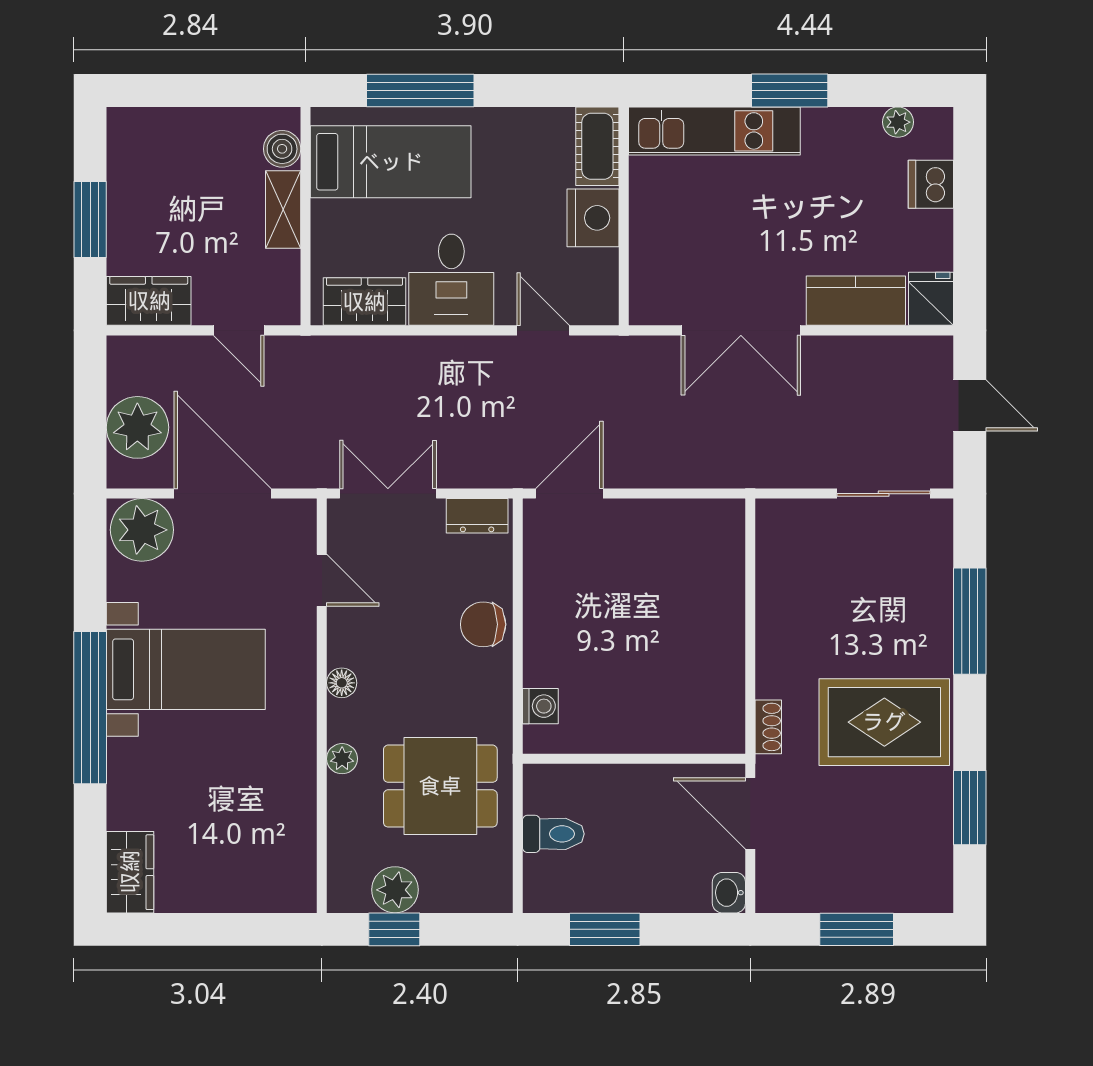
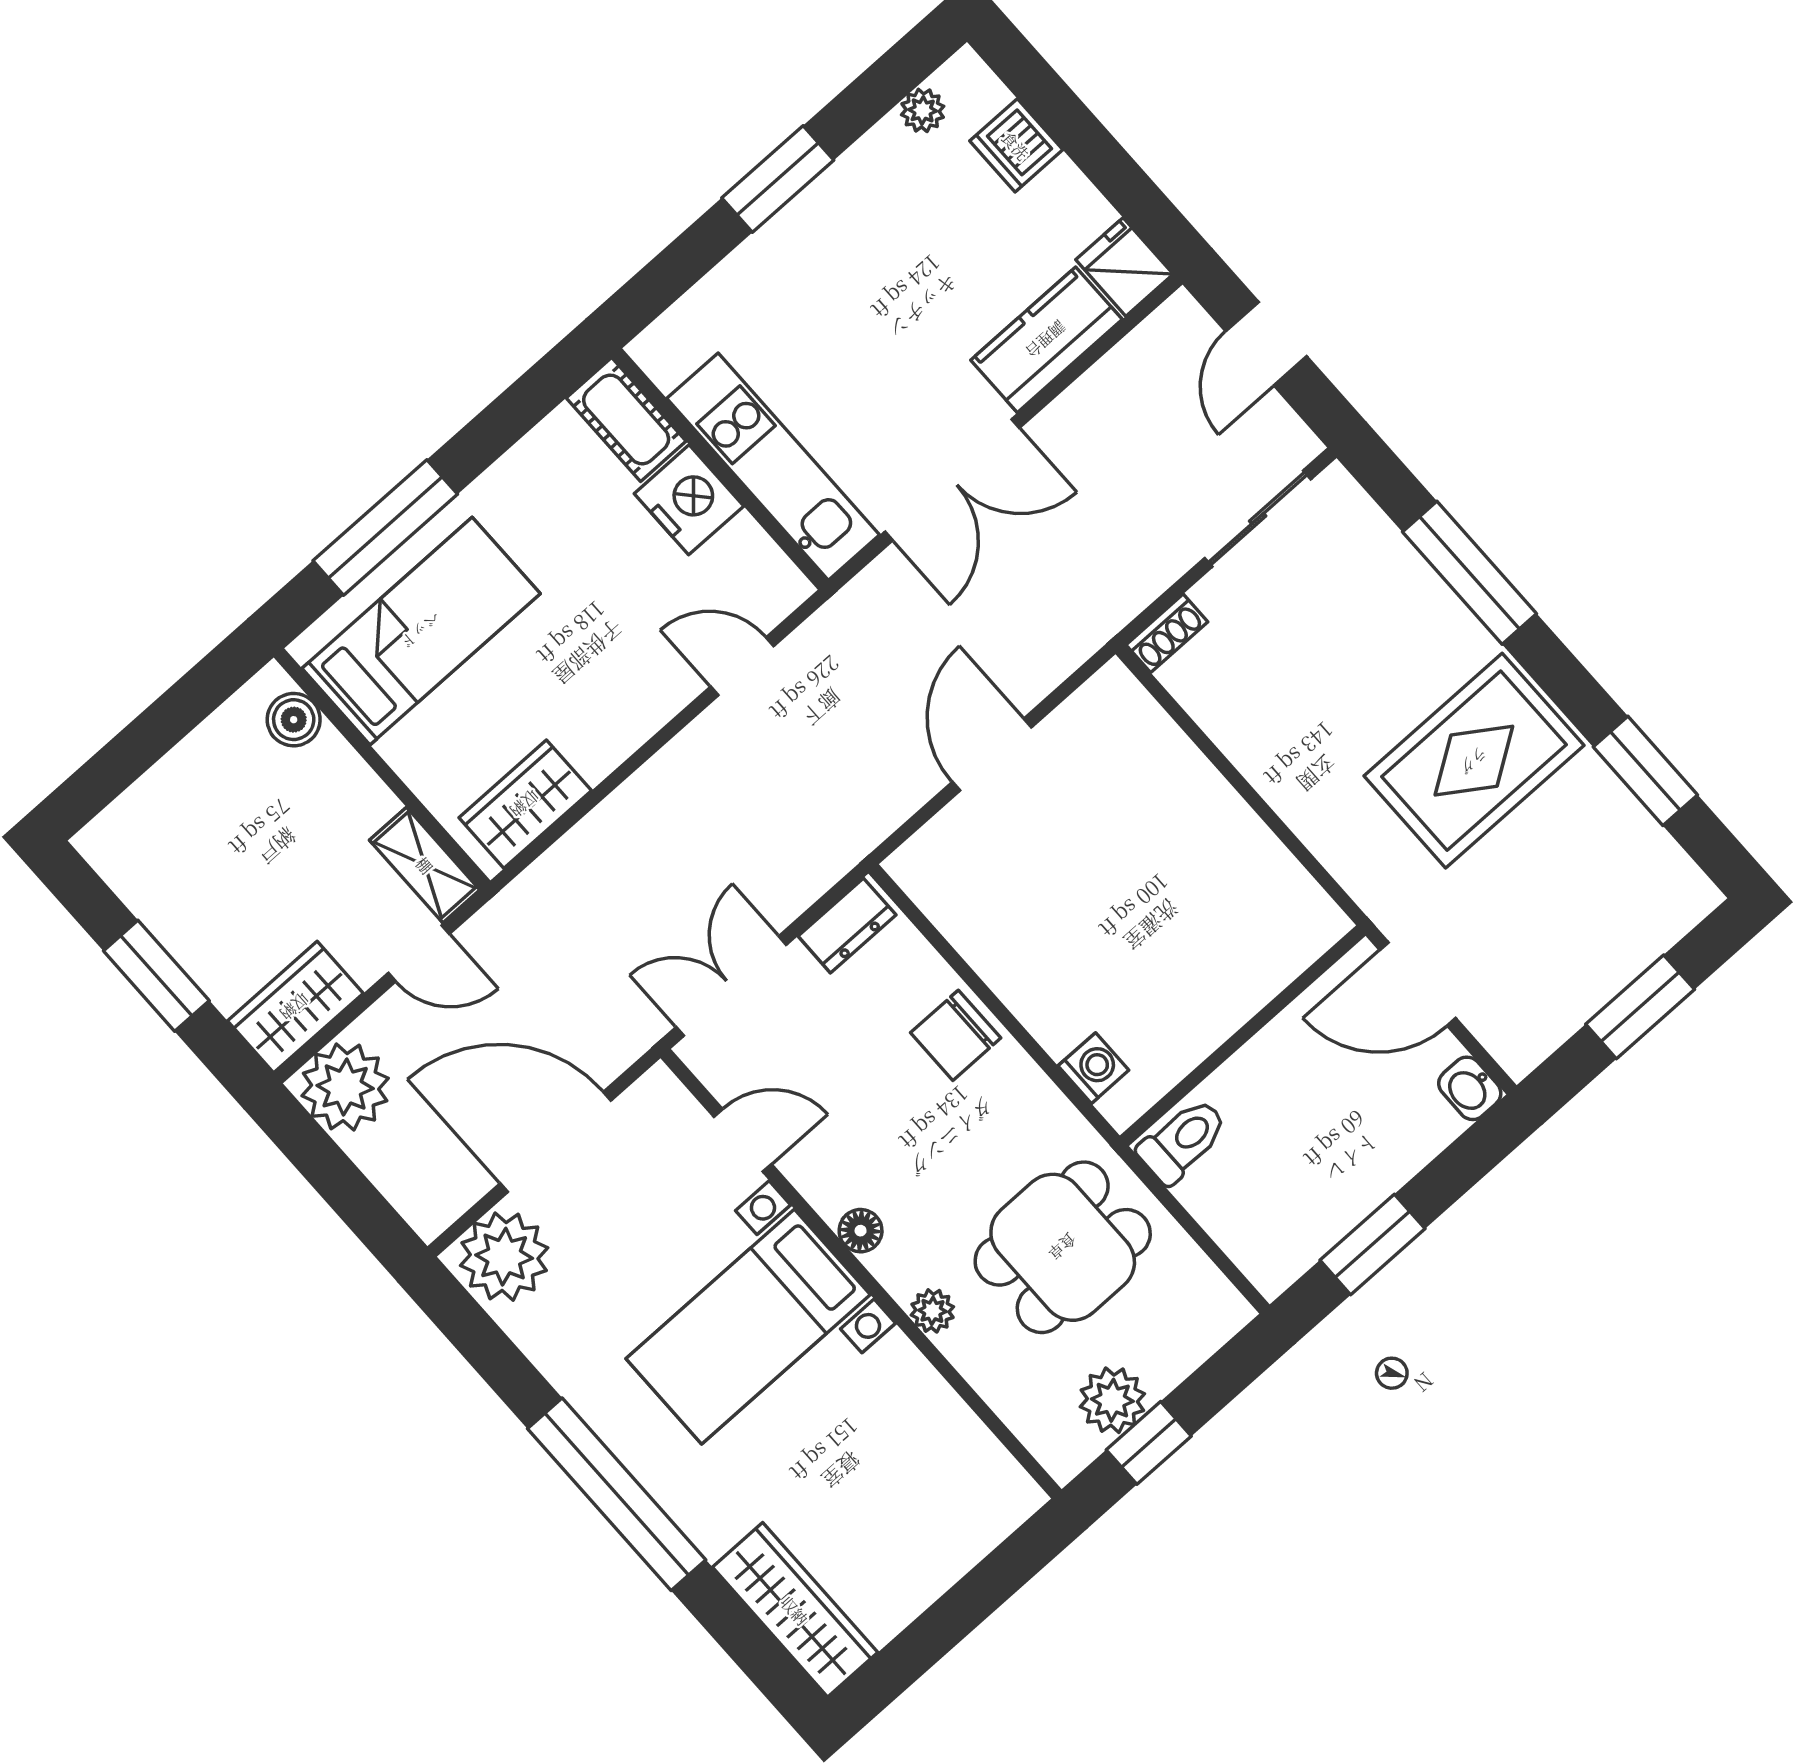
kitchen unit: (714, 131) -> (773, 467), moved, turned -90
shelving: (283, 209) -> (425, 865), moved
desk: (451, 280) -> (597, 699), removed
door: (970, 405) -> (1266, 344), swing flipped
plant: (137, 427) -> (345, 1087), moved
door: (569, 494) -> (992, 755), moved
bed with nightstands: (186, 669) -> (748, 1327), moved, turned 180
shoe rack: (768, 727) -> (1167, 633), moved, turned 90
toilet: (553, 834) -> (1183, 1141), moved
wardrobe: (130, 872) -> (795, 1610), width x1.50

